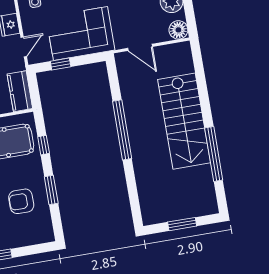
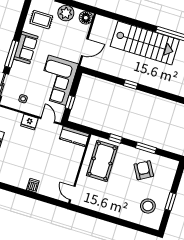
window: (122, 130) -> (131, 84), width x0.32
armchair: (21, 201) -> (144, 170), turned 150

